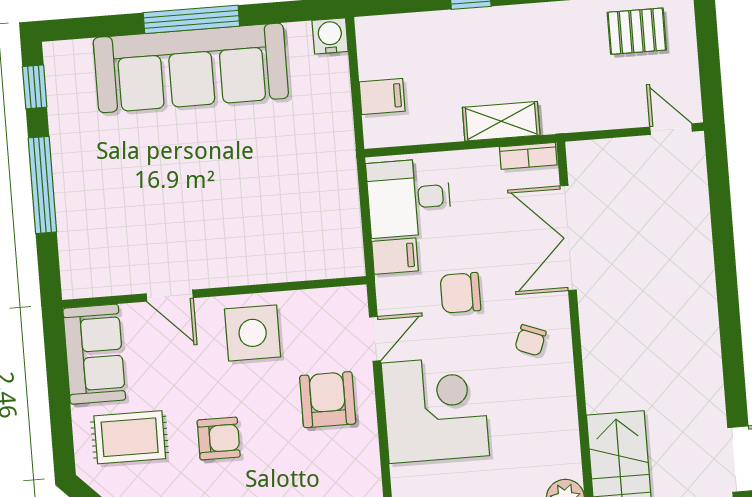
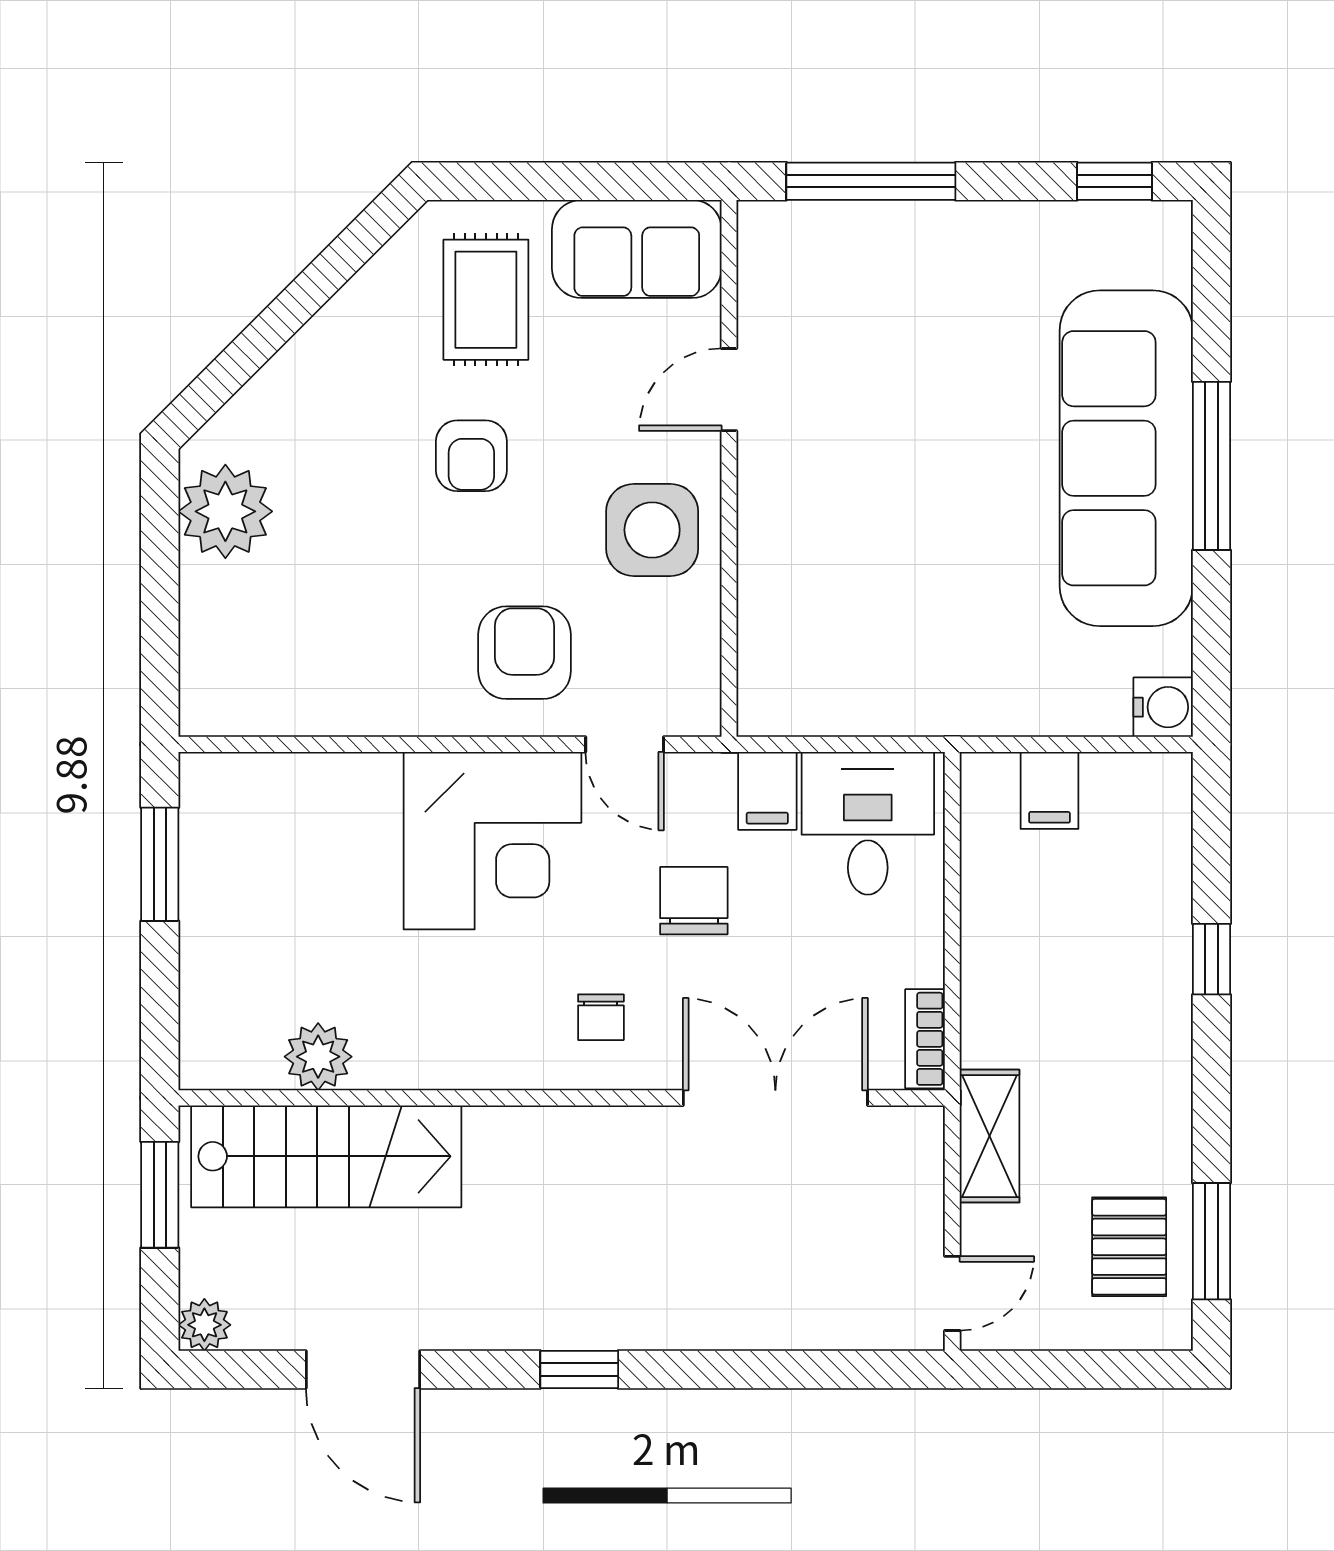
shelving: (501, 121) -> (990, 1136), moved
window: (42, 185) -> (871, 181), moved
window: (731, 337) -> (579, 1369), added
chair: (530, 340) -> (601, 1017), turned -111
armchair: (328, 400) -> (525, 653), turned -90

